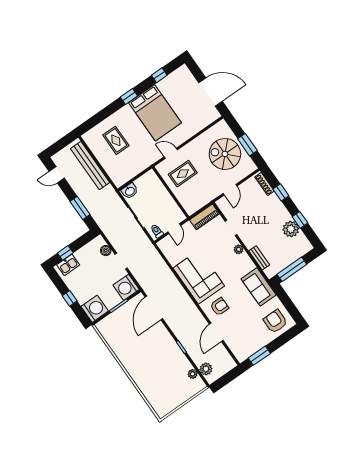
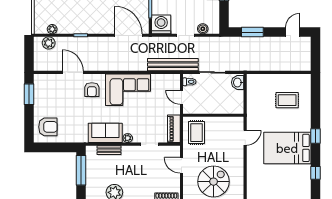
bench: (90, 165) -> (173, 65), moved
rug: (183, 174) -> (196, 133), moved
sofa: (259, 287) -> (105, 133), moved

